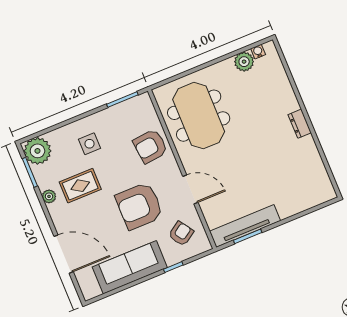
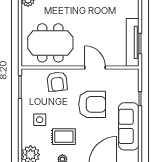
rug: (80, 186) -> (64, 137), turned 90
door: (190, 189) -> (95, 68), hinge flipped
armchair: (139, 206) -> (92, 104), turned -90
armchair: (181, 234) -> (121, 85), removed

